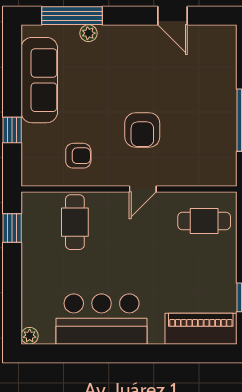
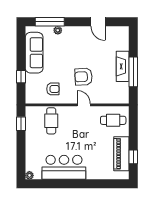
fireplace: (224, 109) -> (123, 66), added
armchair: (142, 130) -> (84, 77), turned 87
door: (143, 189) -> (84, 105), swing flipped
piano: (201, 329) -> (121, 154), moved, turned -90

